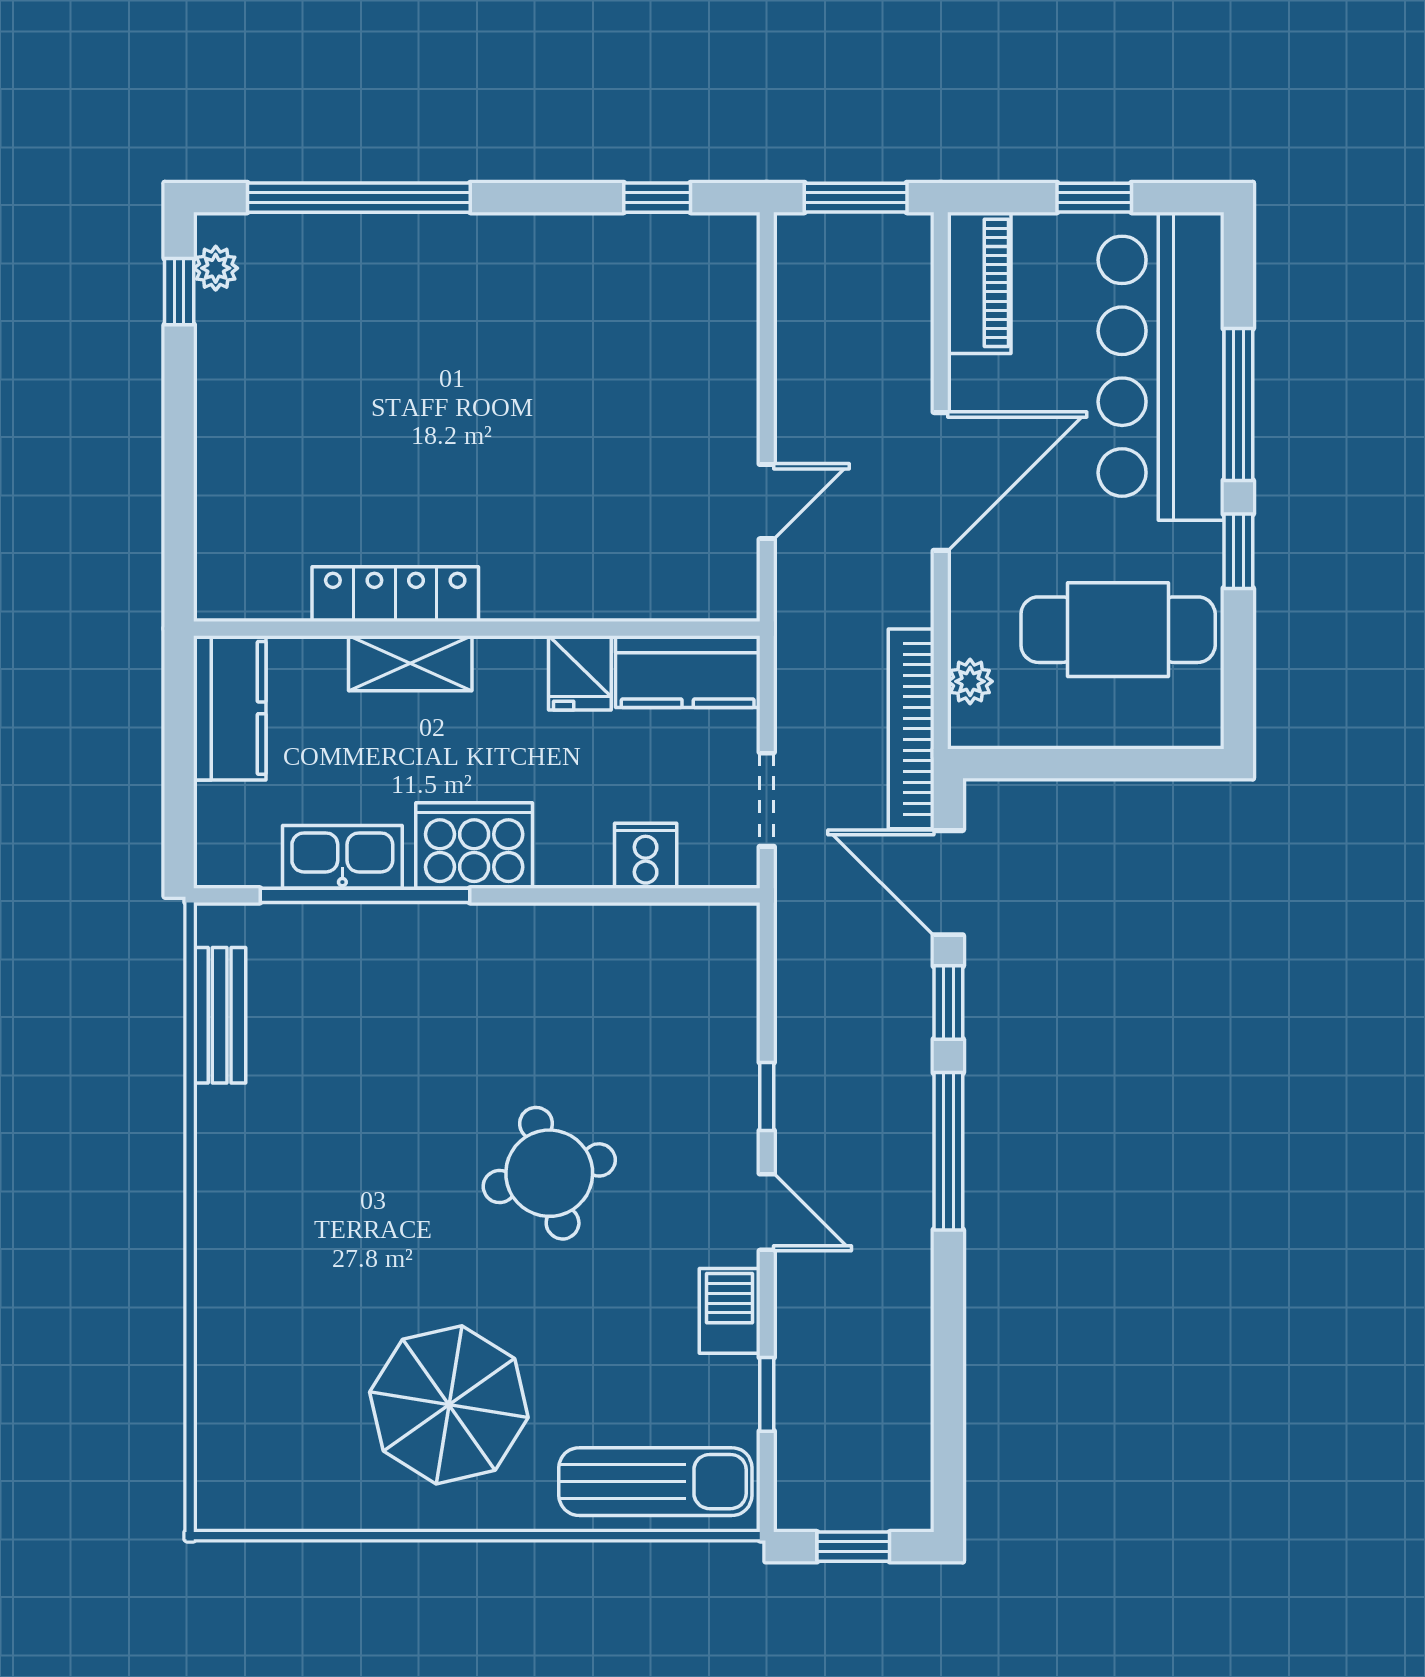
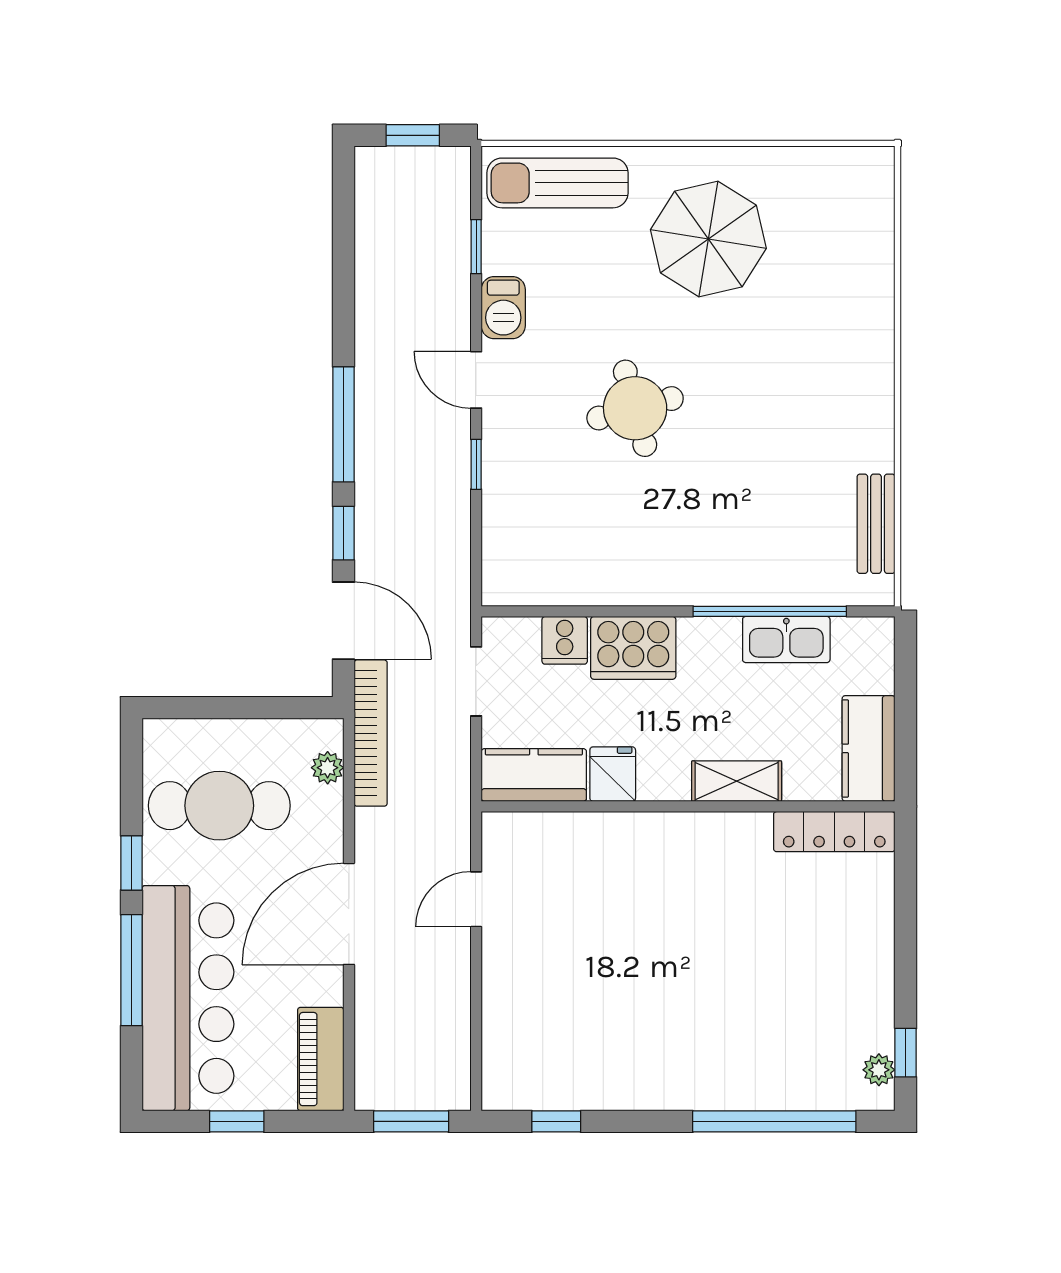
locker: (395, 594) -> (834, 832), moved
cooker: (474, 845) -> (633, 648), moved

